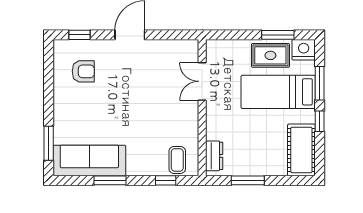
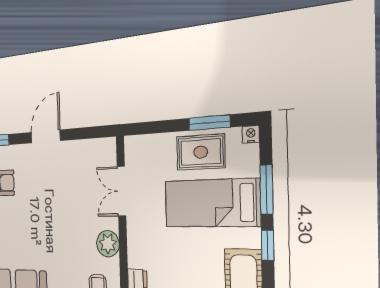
nightstand: (304, 50) -> (251, 134), width x0.53, depth x0.56
plant: (188, 122) -> (108, 244), added

